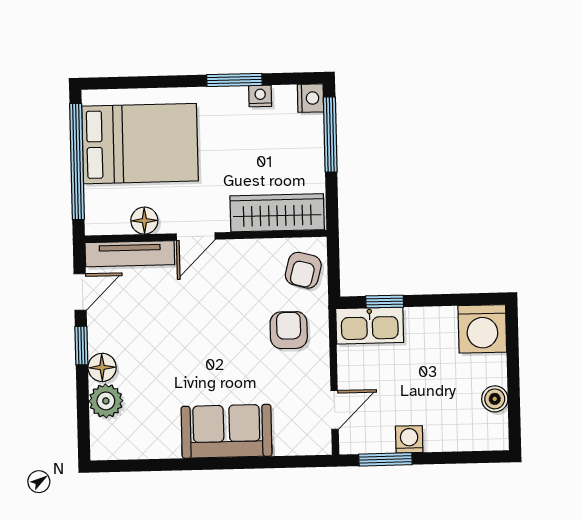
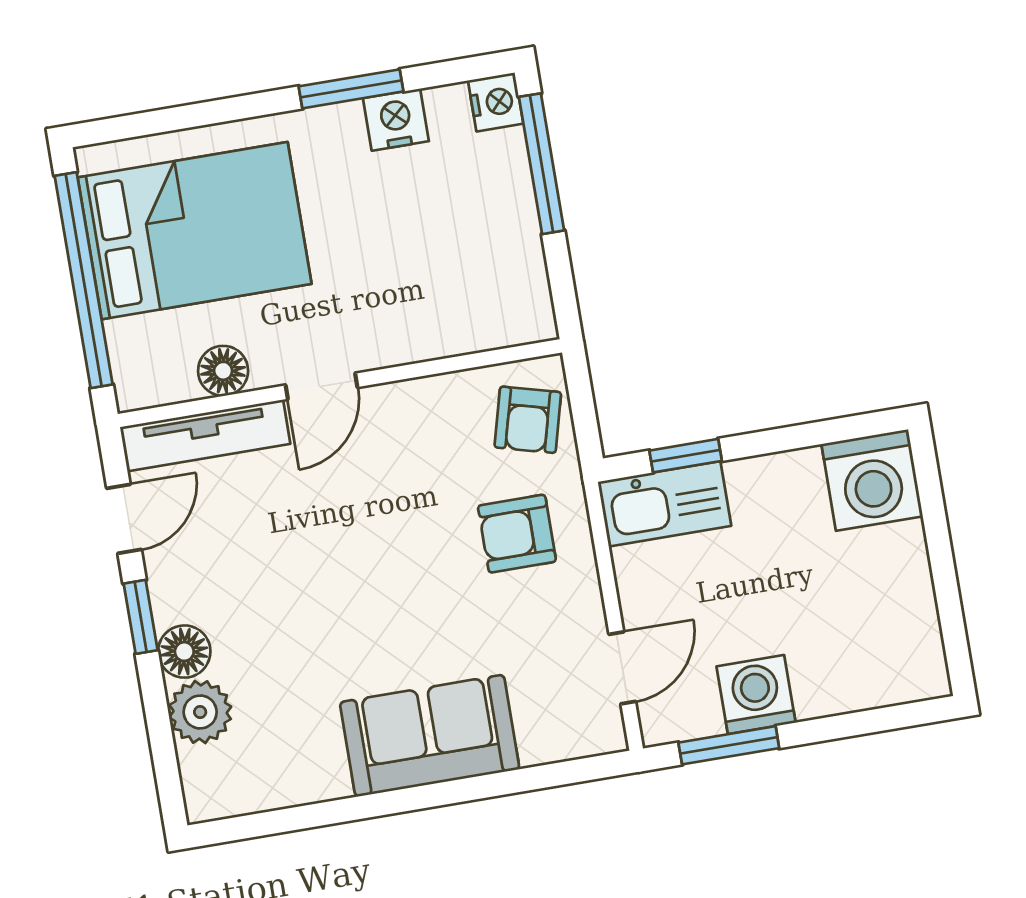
nightstand: (260, 96) -> (396, 120), width x1.39, depth x1.35
wardrobe: (277, 213) -> (465, 321), removed
armchair: (289, 330) -> (517, 534), turned -90
boiler: (495, 399) -> (913, 605), removed
washing machine: (409, 439) -> (756, 695), width x1.38, depth x1.38

